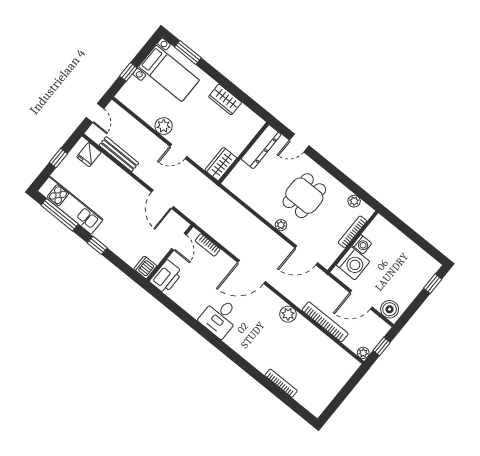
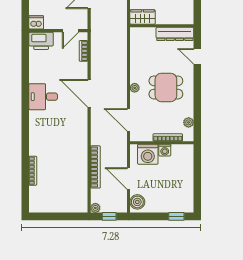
plant: (288, 314) -> (81, 139), removed

